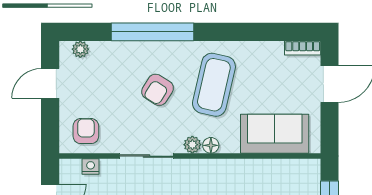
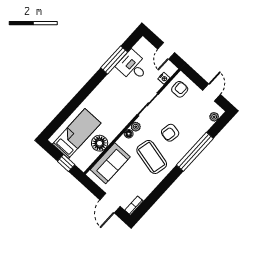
armchair: (158, 90) -> (170, 133), turned -112
armchair: (86, 131) -> (180, 89), turned -90
floor lamp: (260, 174) -> (100, 143), added

